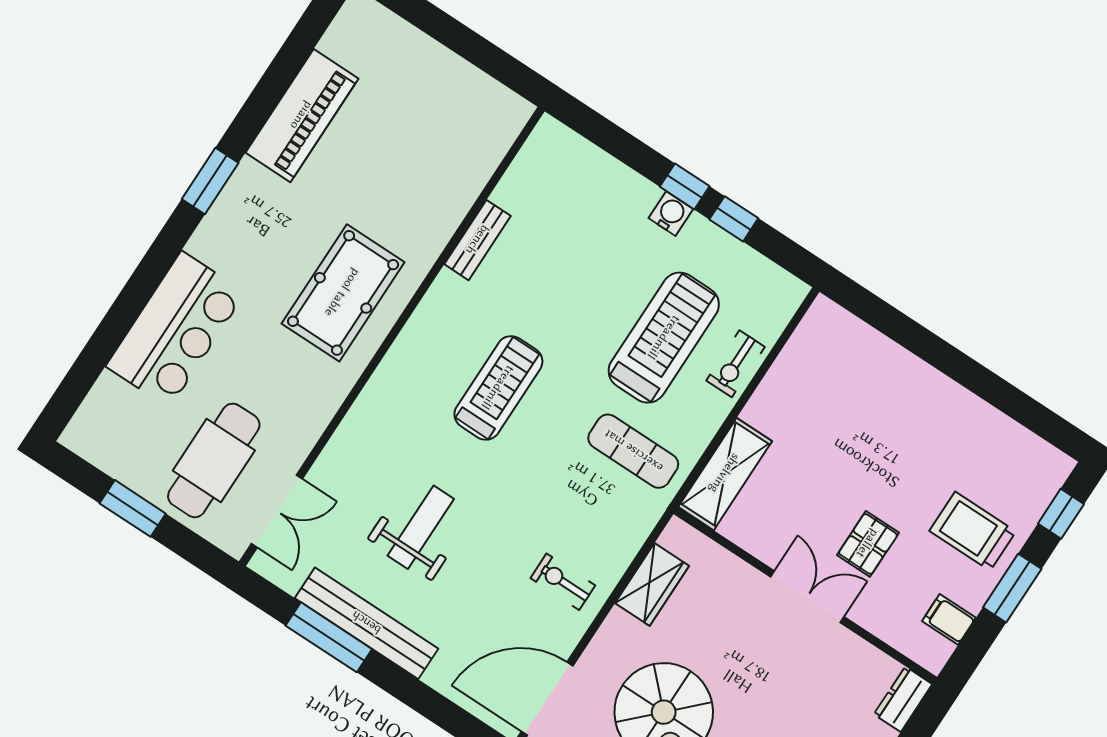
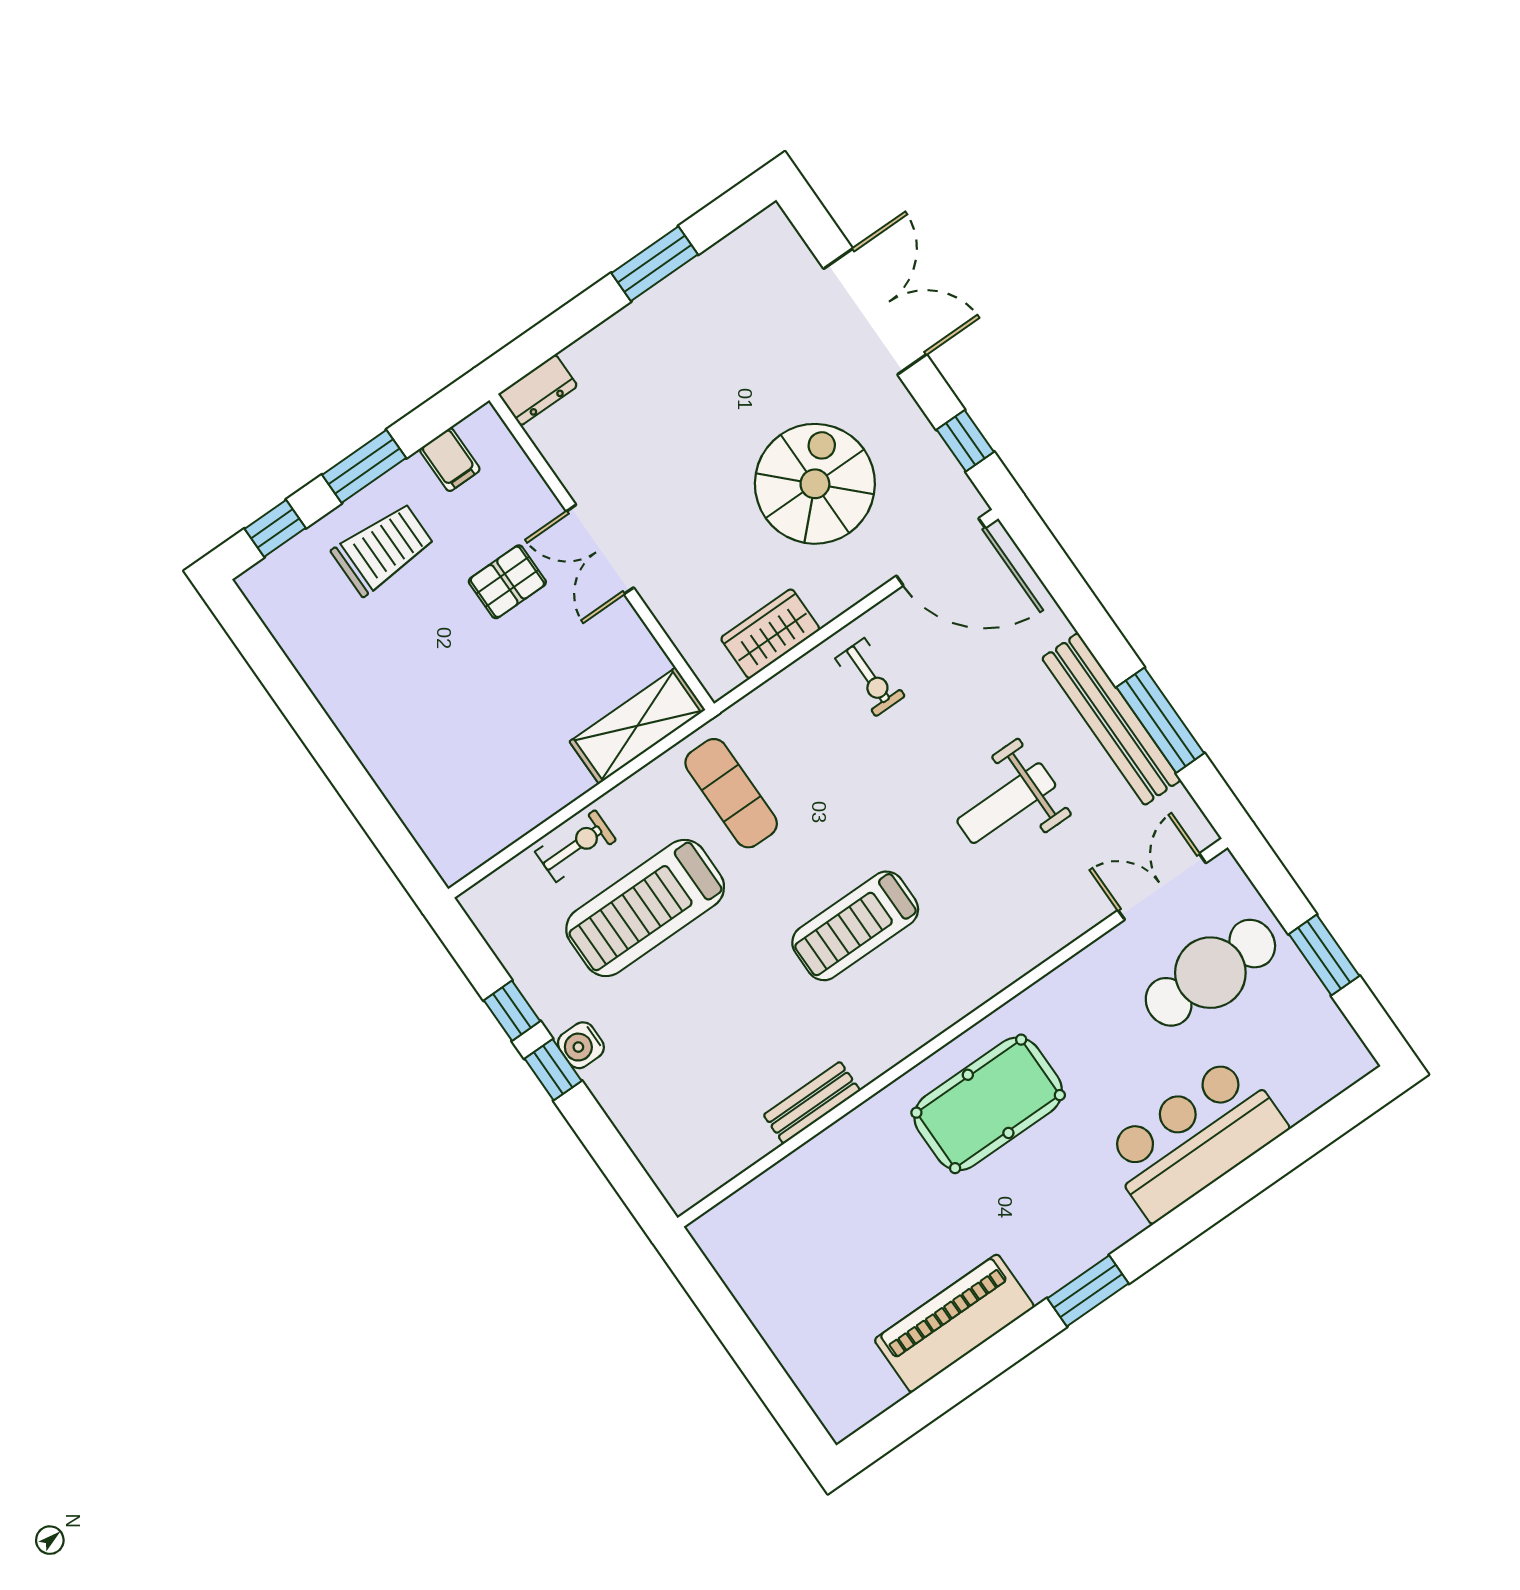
trolley: (973, 531) -> (383, 549), turned -90

